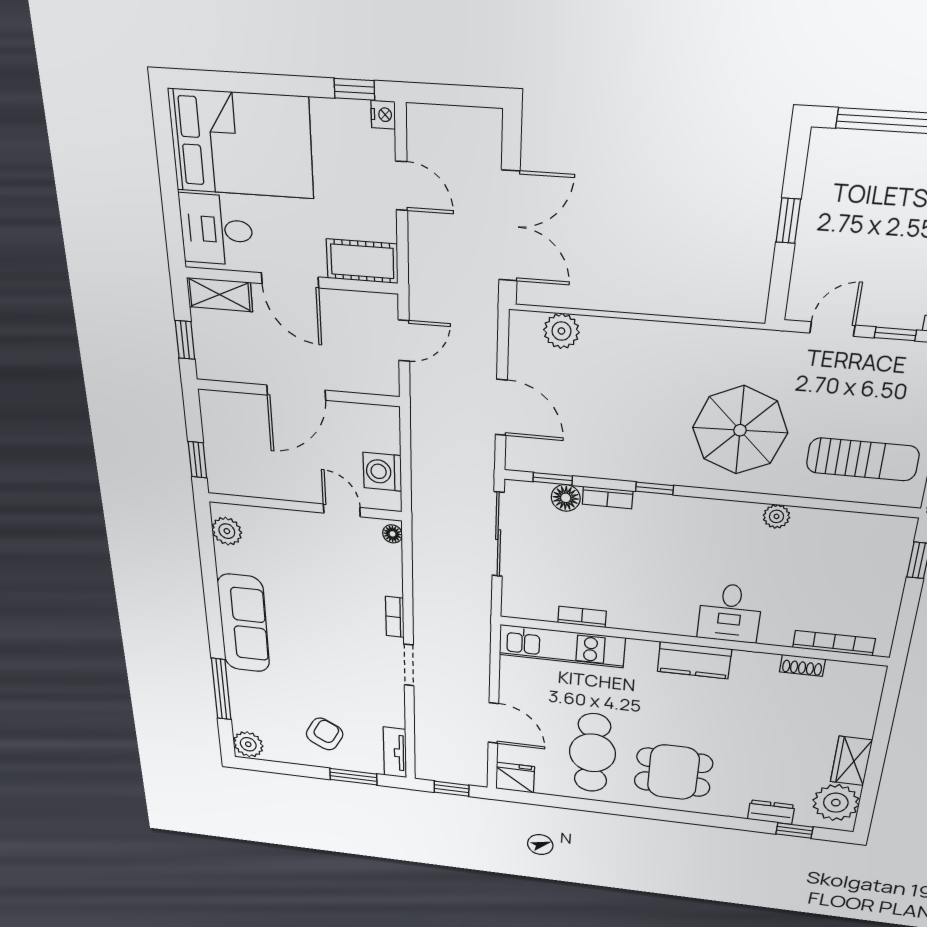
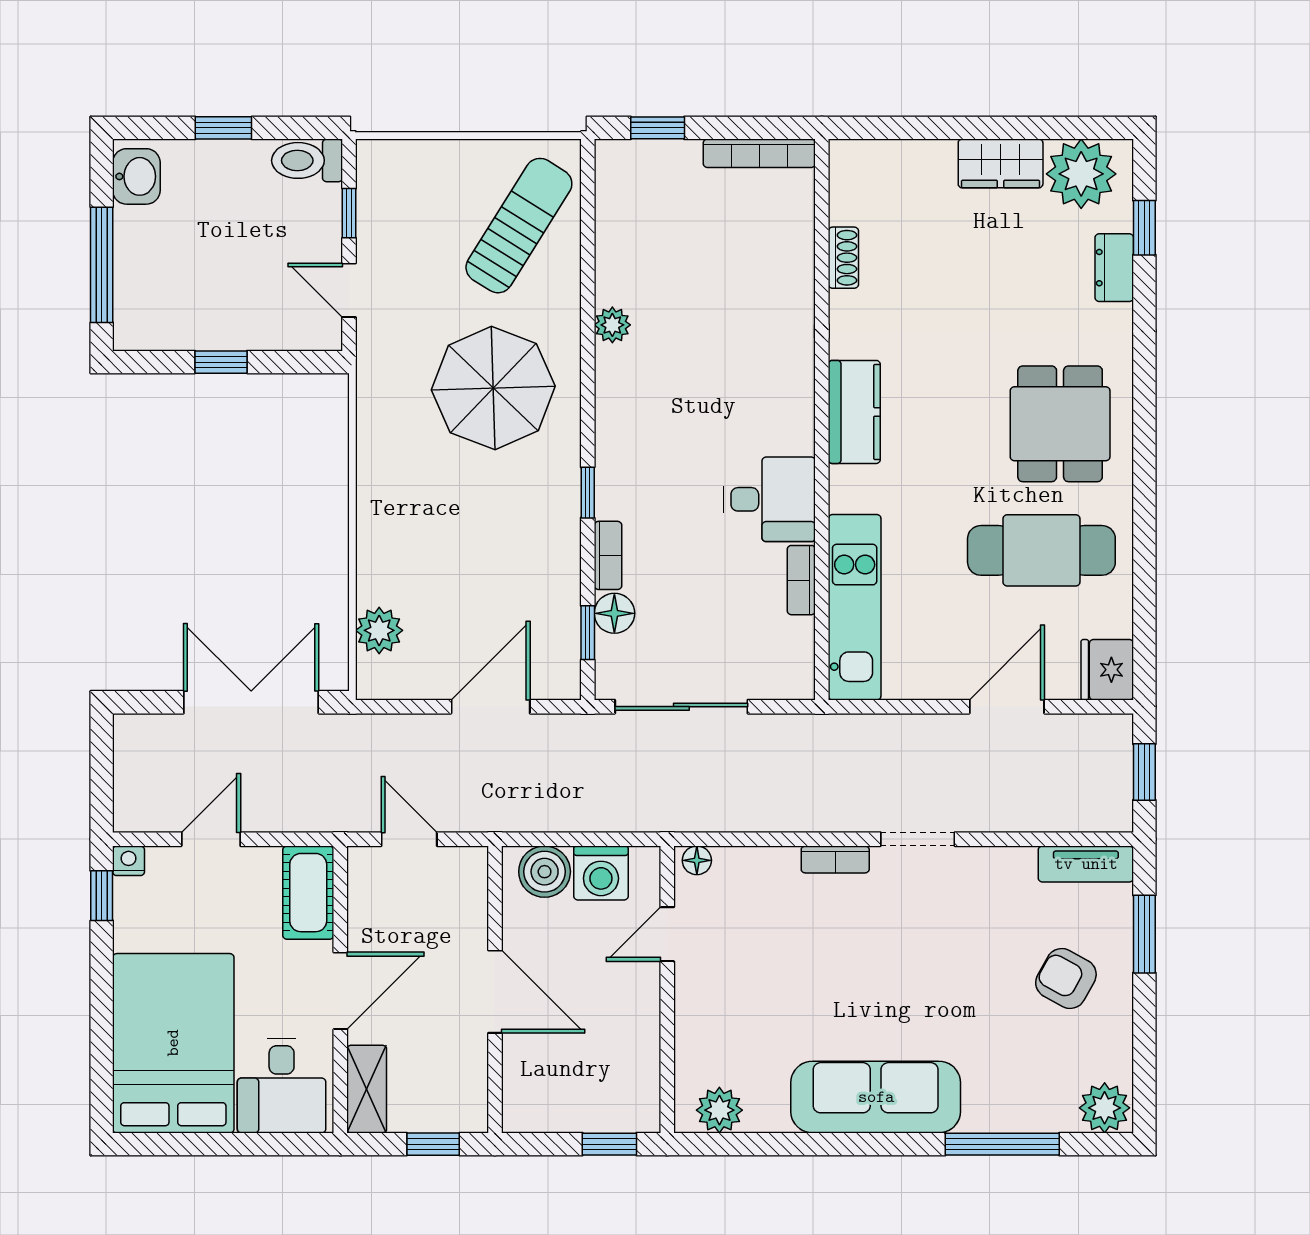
boiler: (382, 434) -> (545, 872), added
sun lounger: (863, 459) -> (519, 226), turned 32
desk: (730, 613) -> (769, 499), moved
bookcase: (834, 643) -> (759, 153), moved, turned -90

